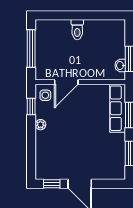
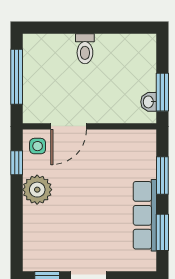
row of seats: (118, 108) -> (145, 215), moved
plant: (40, 125) -> (37, 190), width x1.88, depth x1.88

